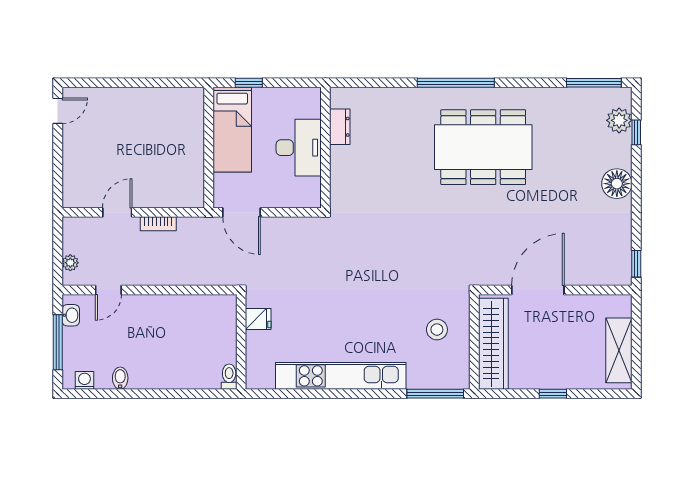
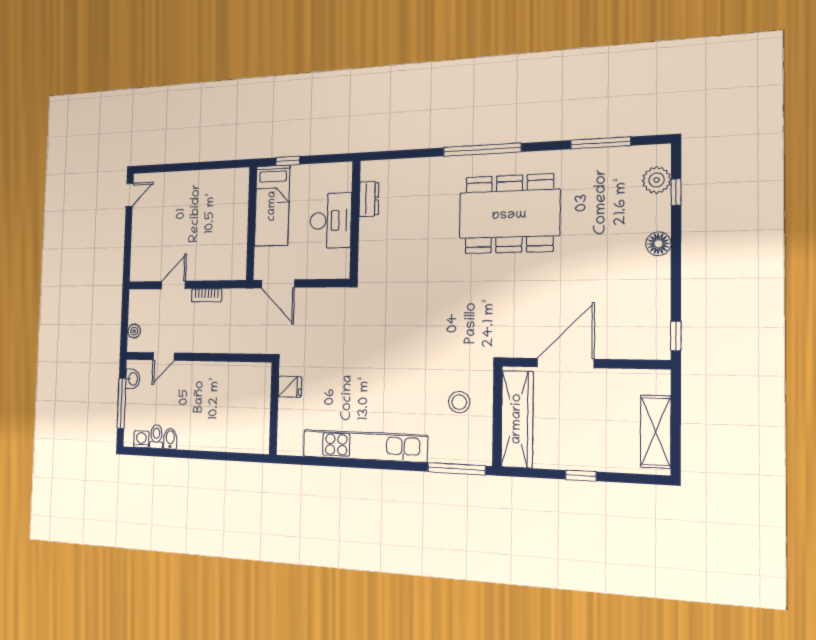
window: (594, 83) -> (601, 143), moved
floor lamp: (617, 184) -> (658, 244), width x0.73, depth x0.73
toilet: (229, 377) -> (156, 437), moved

